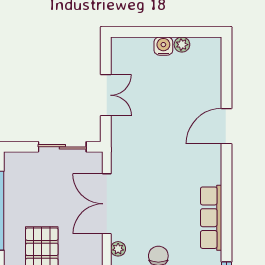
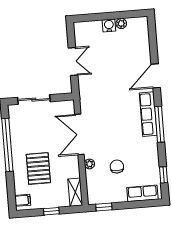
sliding door: (62, 147) -> (34, 100), moved
window: (227, 198) -> (159, 124), added
row of seats: (211, 218) -> (148, 114), moved

